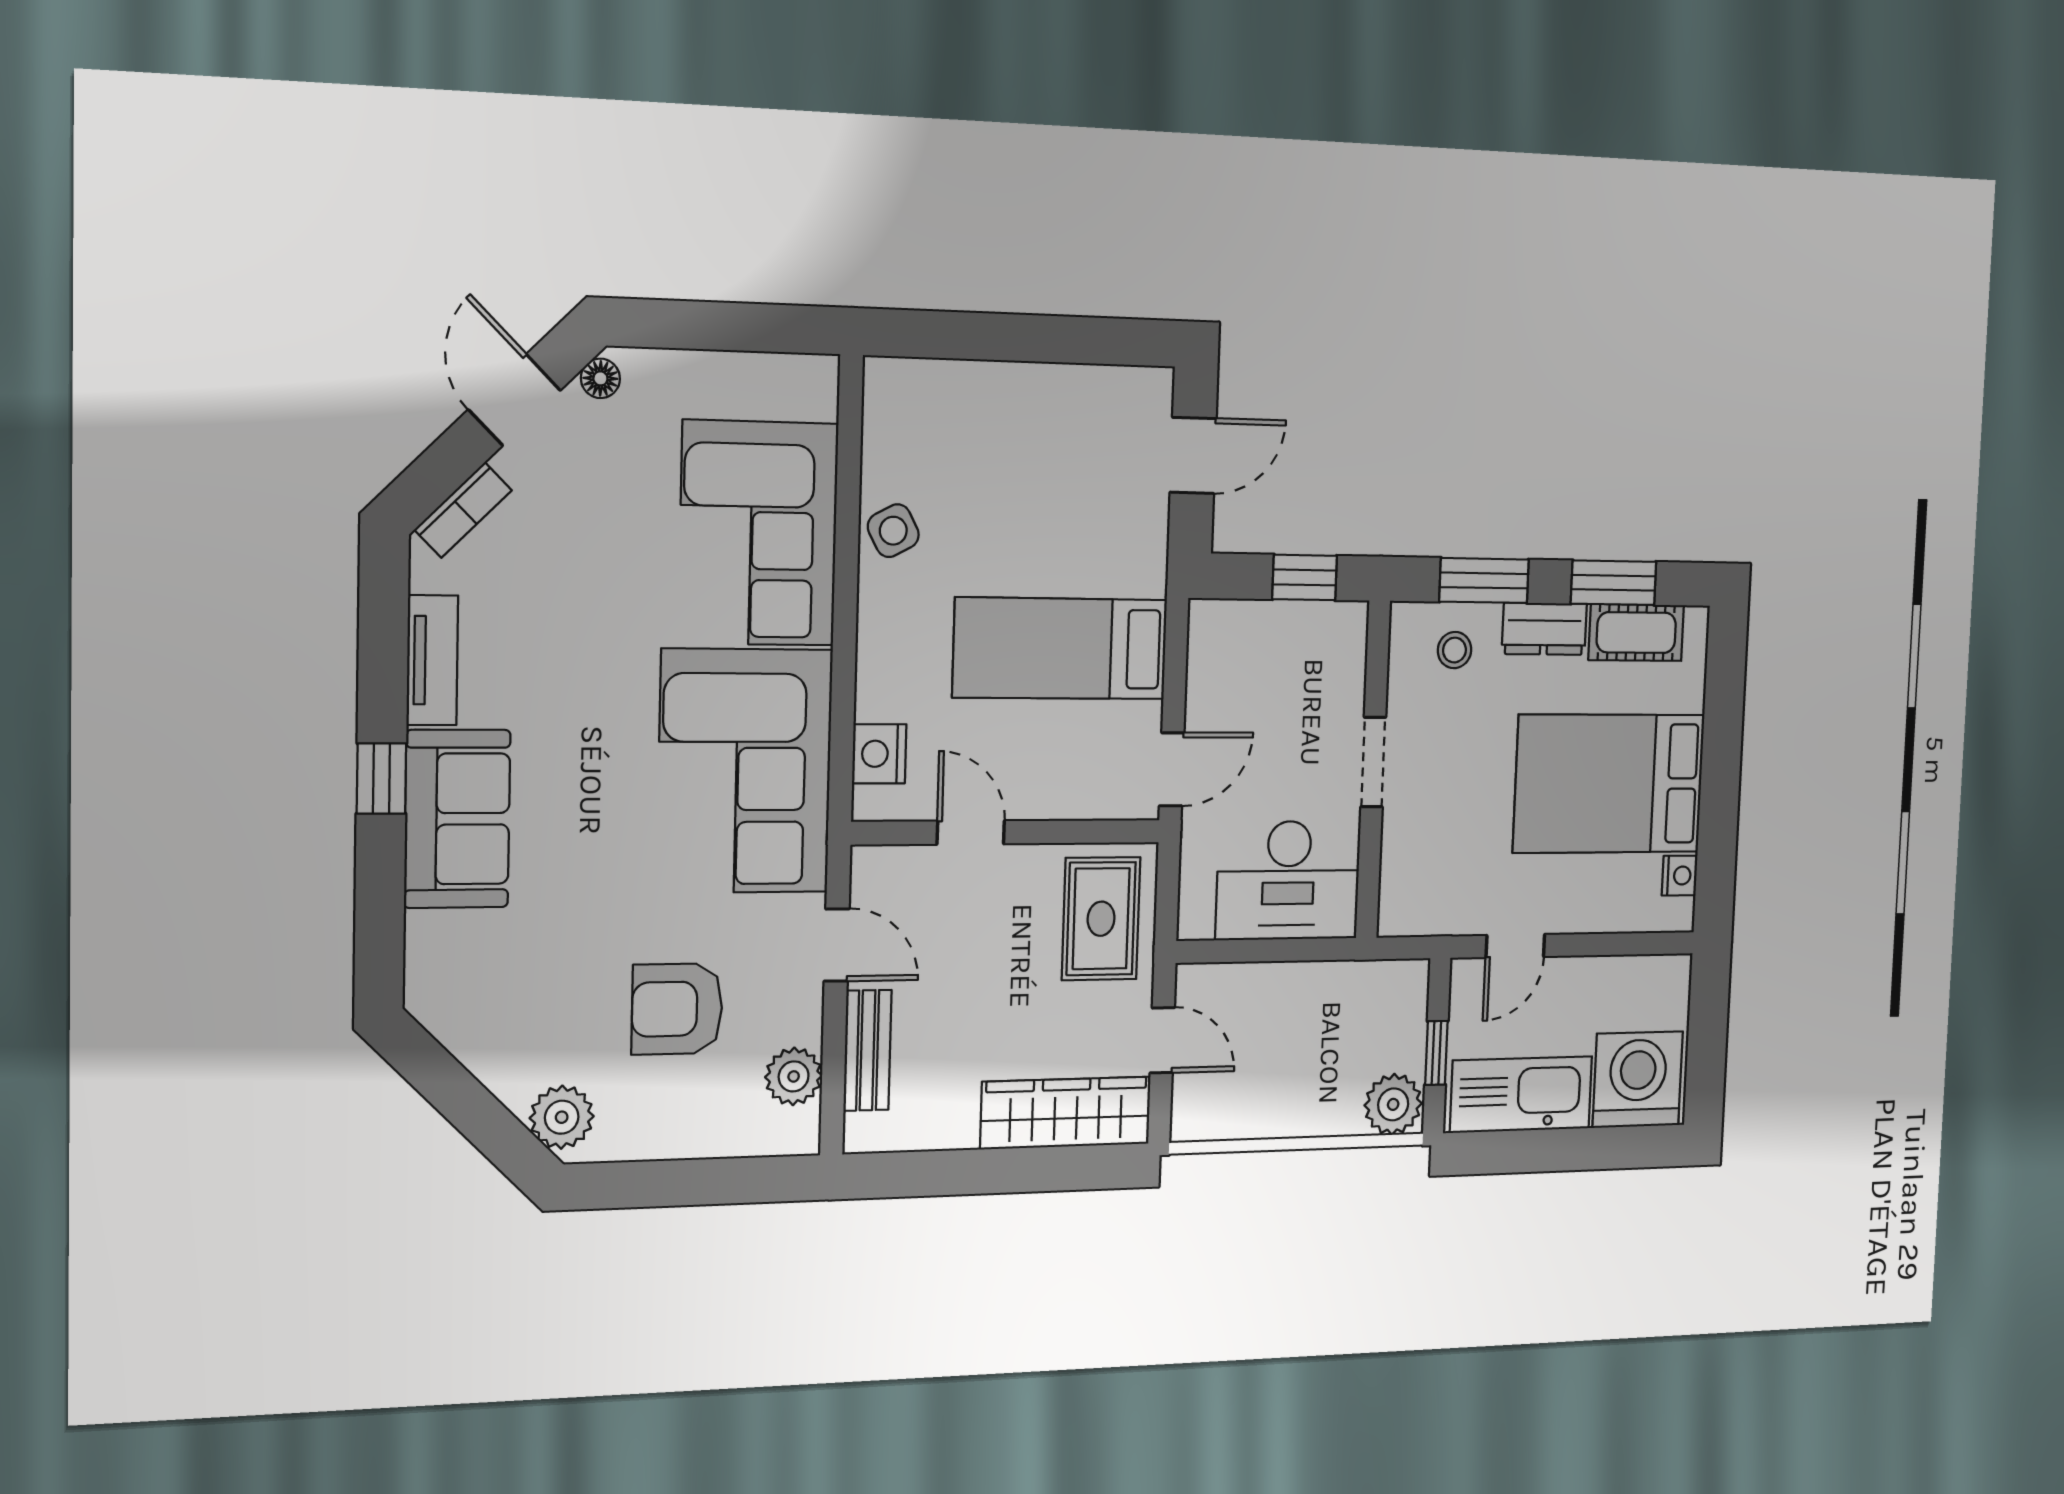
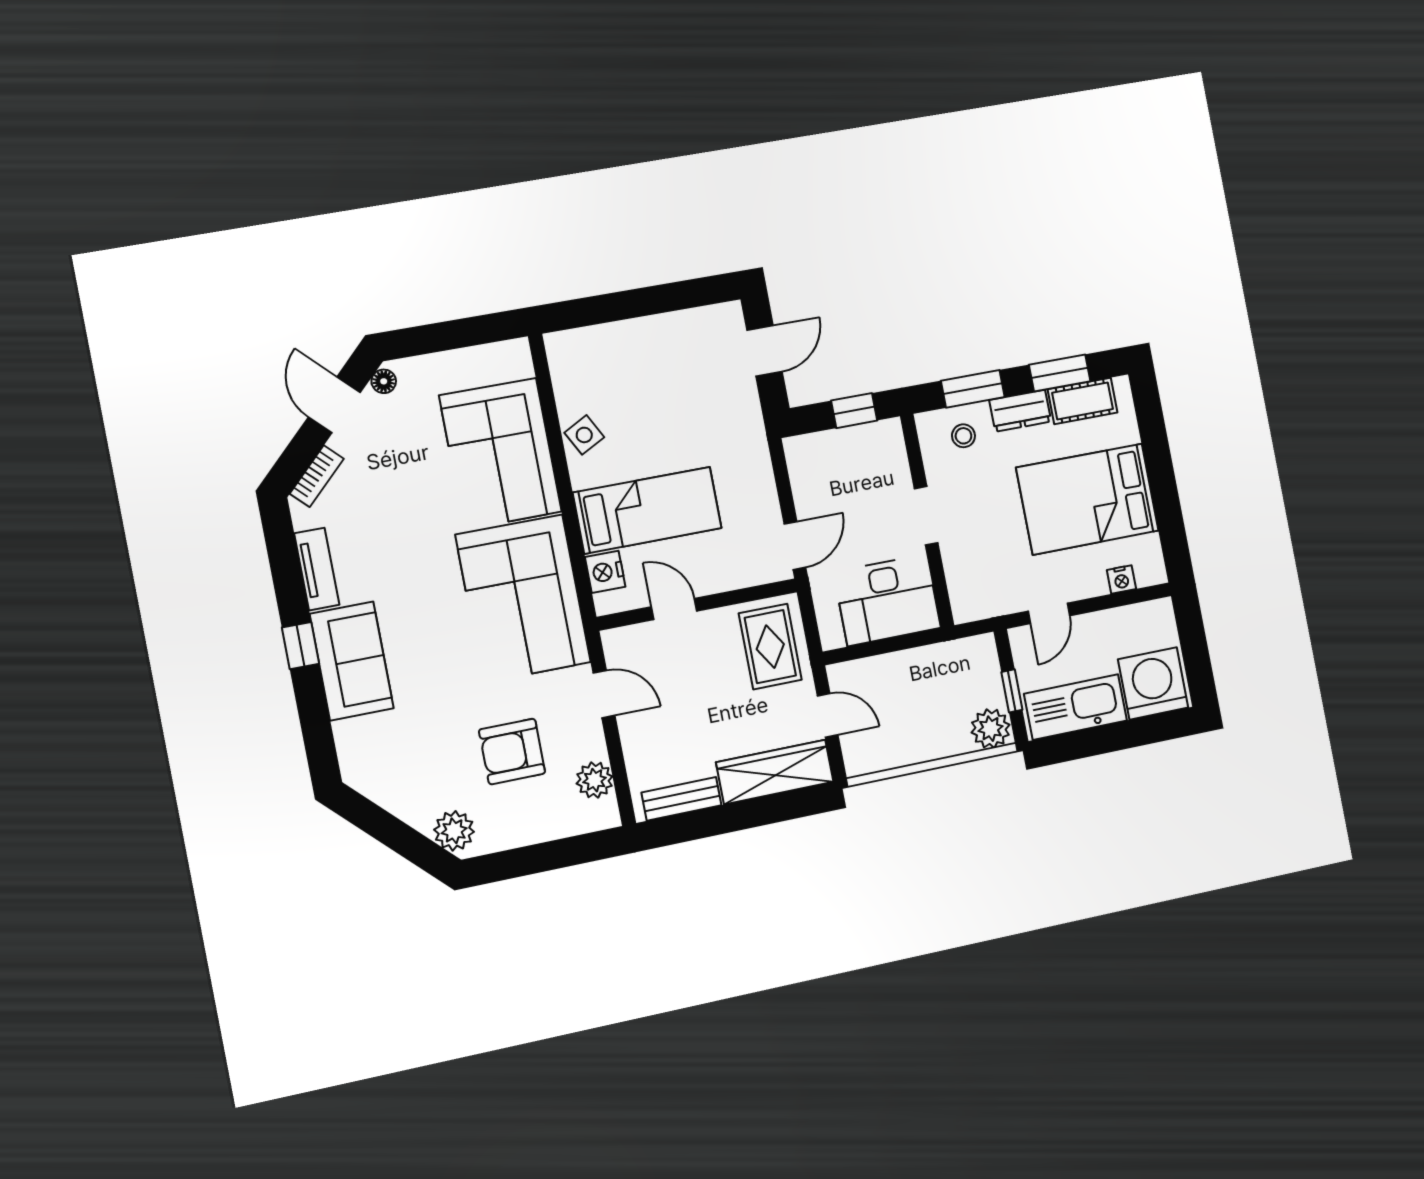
bed: (1060, 649) -> (647, 510), moved, turned 180
nightstand: (1680, 876) -> (1121, 579), moved, turned 90
bench: (868, 1050) -> (681, 799), moved, turned 90

